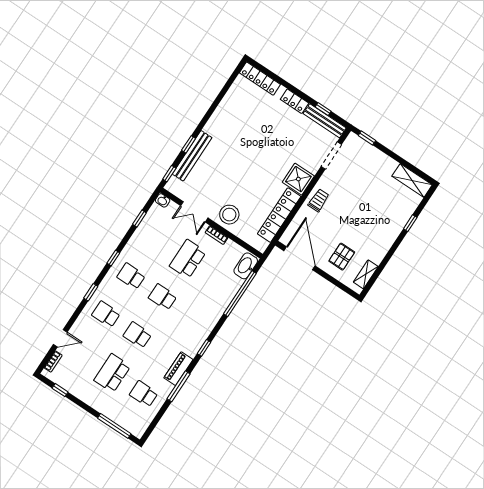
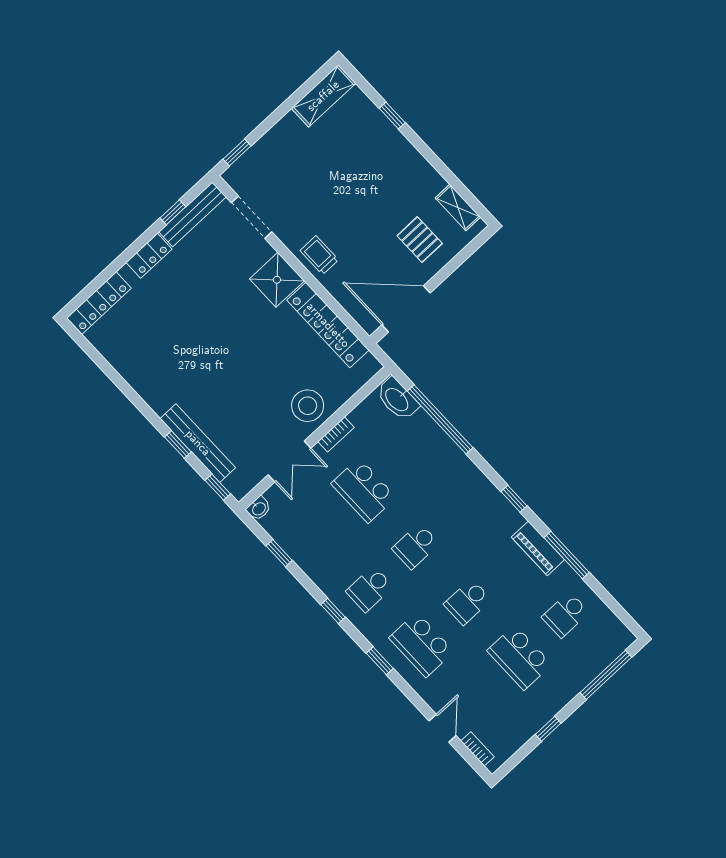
school desk: (106, 314) -> (421, 645), width x1.85
window: (60, 390) -> (548, 729), moved

